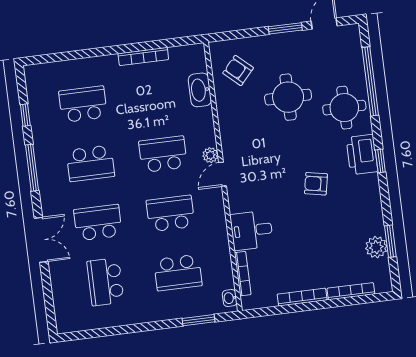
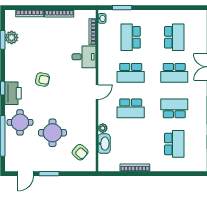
school desk: (83, 104) -> (174, 144), turned -90
plant: (210, 155) -> (103, 128), moved
school desk: (178, 273) -> (131, 37), turned -90

